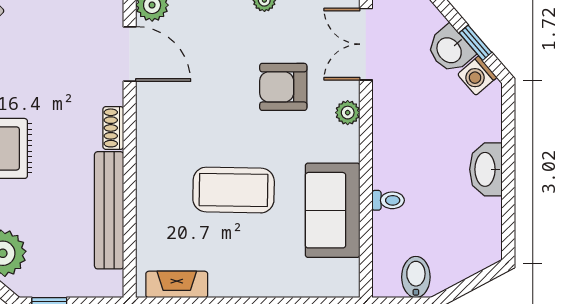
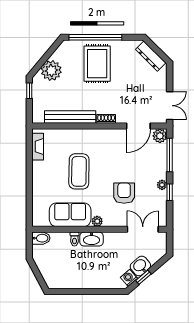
plant: (348, 113) -> (97, 221), moved
washbasin: (486, 169) -> (92, 239), moved, turned 180
bidet: (416, 277) -> (41, 238), moved

